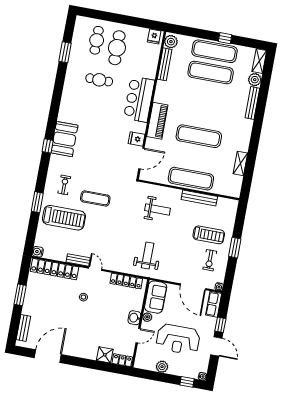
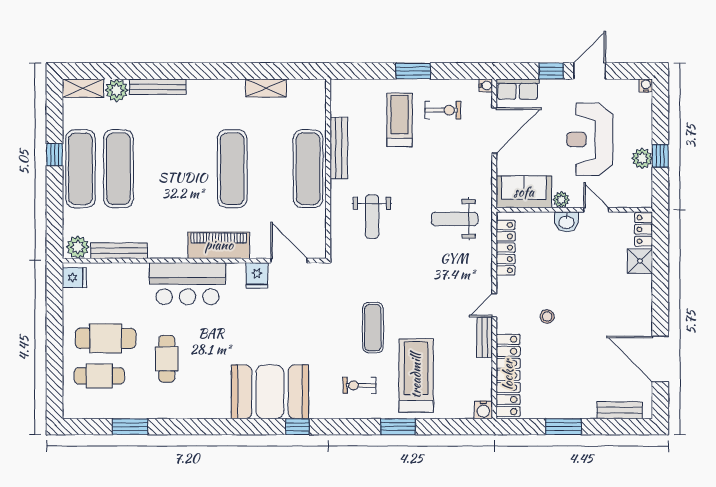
booth: (64, 139) -> (270, 392), width x1.36, depth x1.42
weight bench: (157, 209) -> (372, 217), turned 180
reception desk: (178, 339) -> (590, 139), turned 180
window: (187, 382) -> (660, 156), moved

